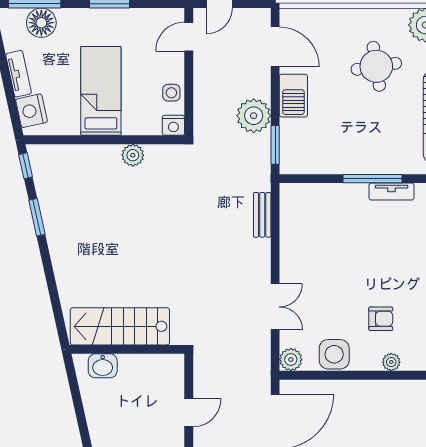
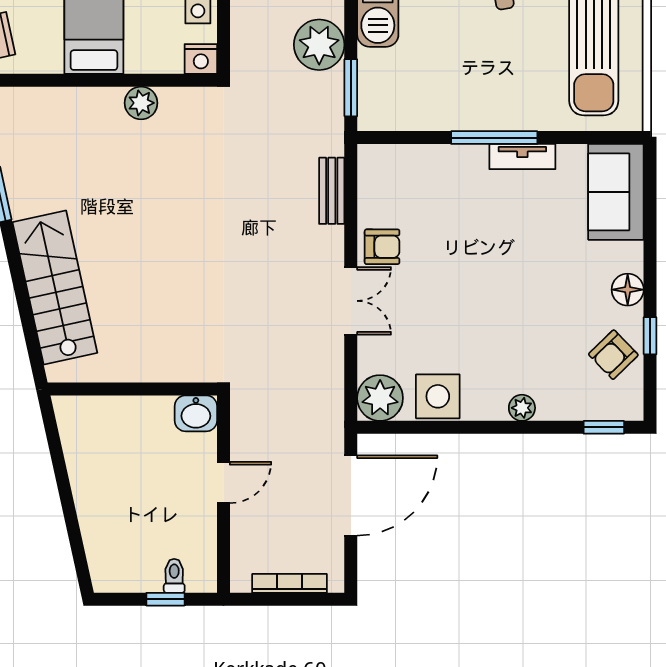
double door: (275, 307) -> (351, 301), moved
armchair: (381, 319) -> (382, 247), moved
stairs: (120, 326) -> (55, 288), moved, turned 78
plant: (291, 360) -> (380, 398), width x1.36, depth x1.36
washbasin: (103, 366) -> (196, 413), moved

